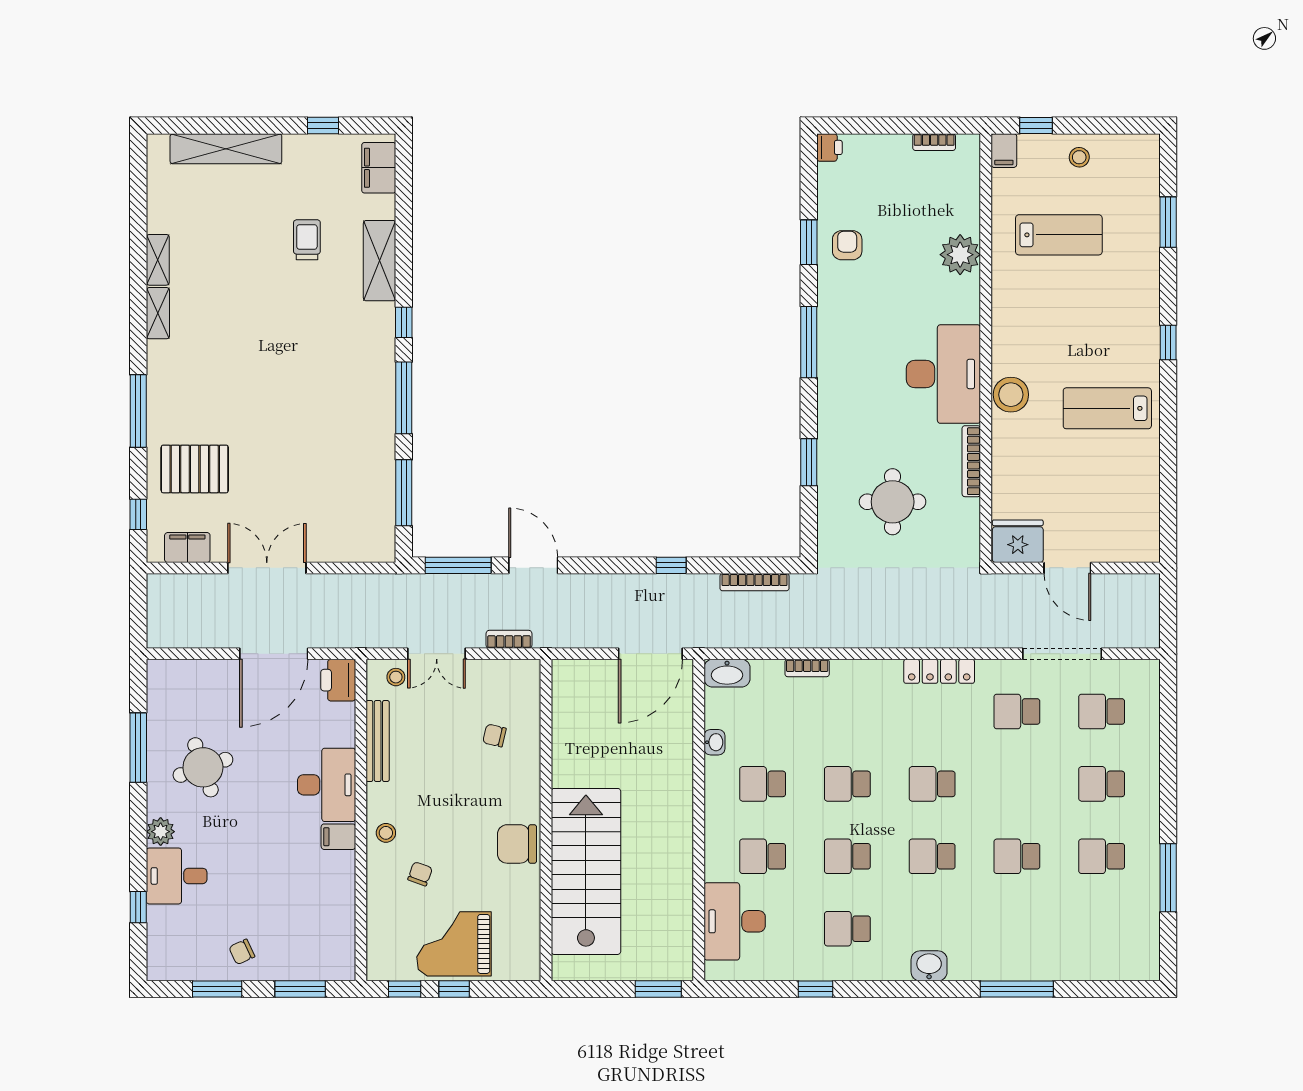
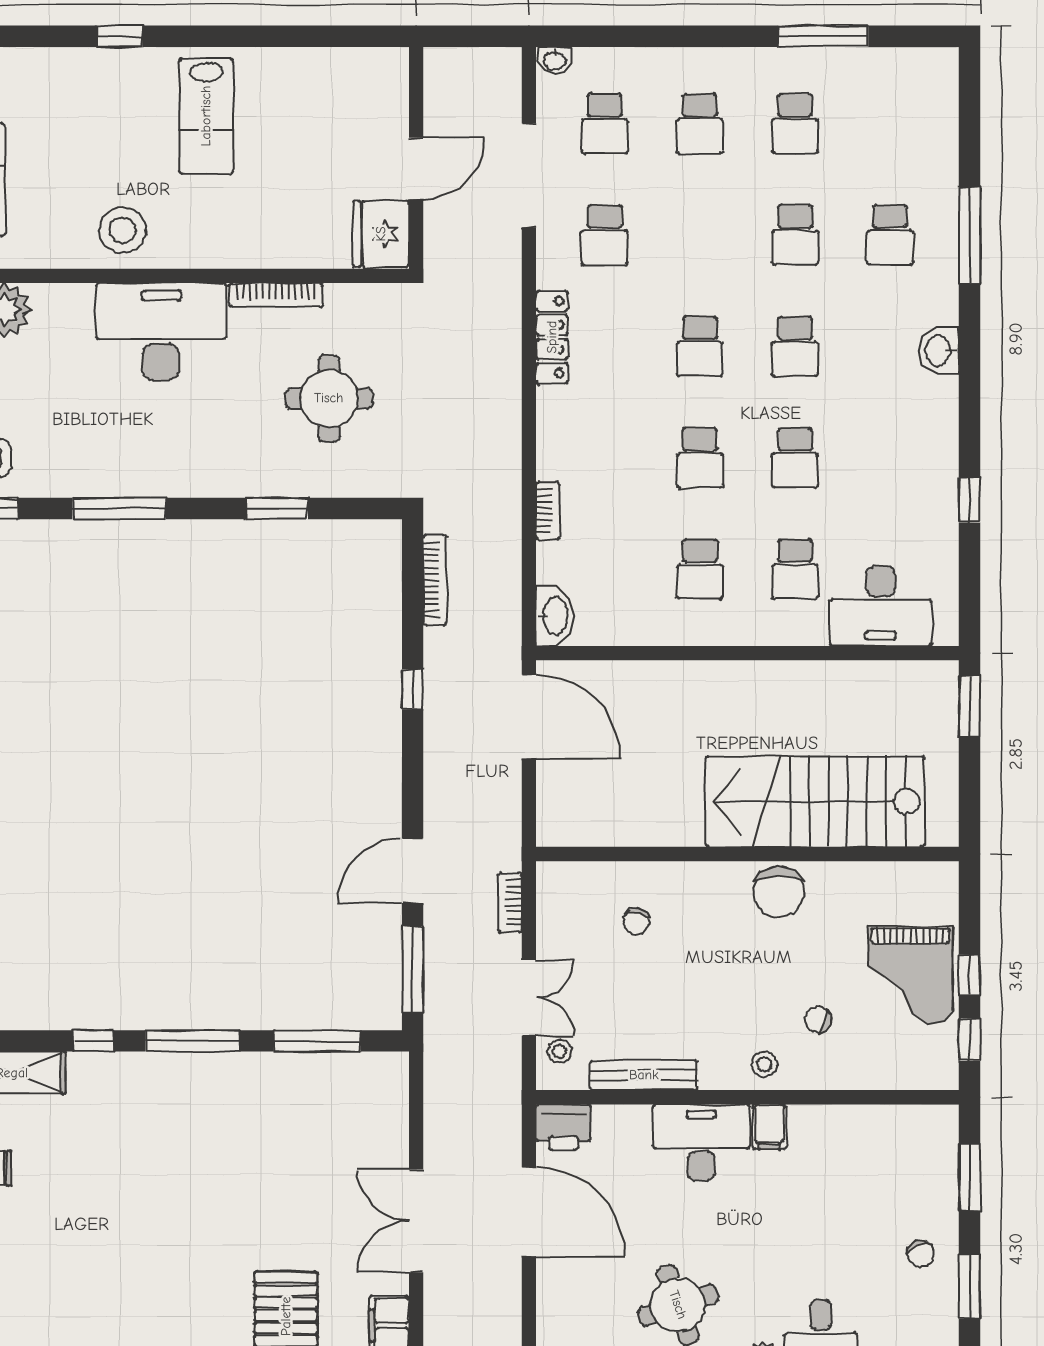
stool: (1011, 395) -> (123, 230), moved
washbasin: (714, 742) -> (555, 60), moved, turned 180
school desk: (847, 929) -> (890, 235), moved

